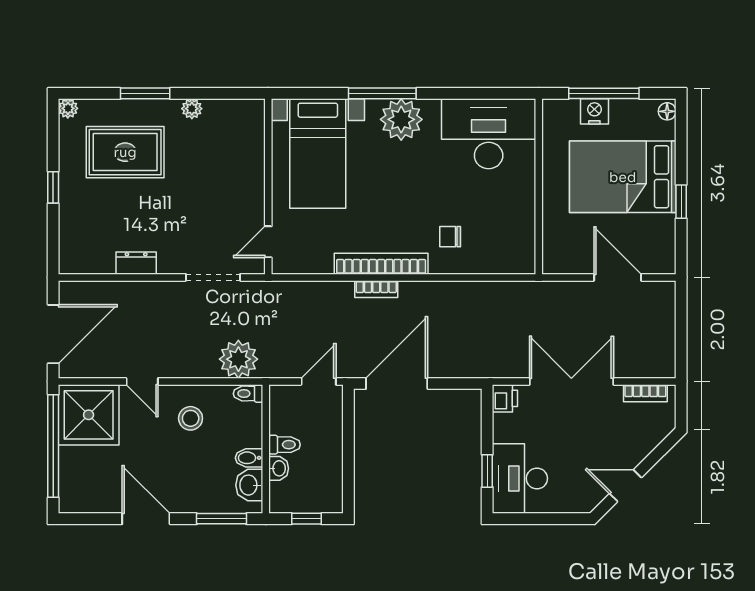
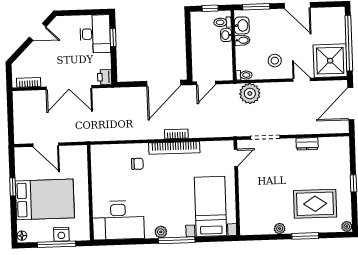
plant: (401, 119) -> (161, 232), width x0.53, depth x0.53
toilet: (284, 445) -> (223, 22), moved

